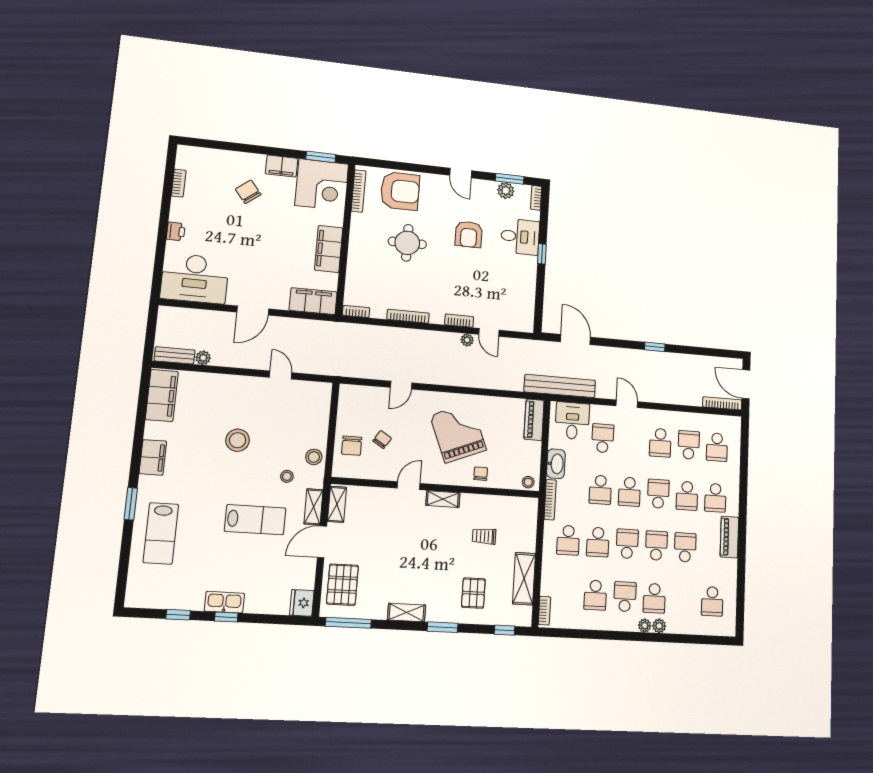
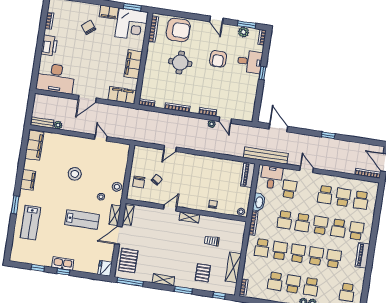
printer: (176, 231) -> (49, 46), width x1.87, depth x1.48
grand piano: (458, 433) -> (202, 179), removed
school desk: (715, 498) -> (356, 231), turned 180
school desk: (598, 542) -> (280, 251), turned 180

